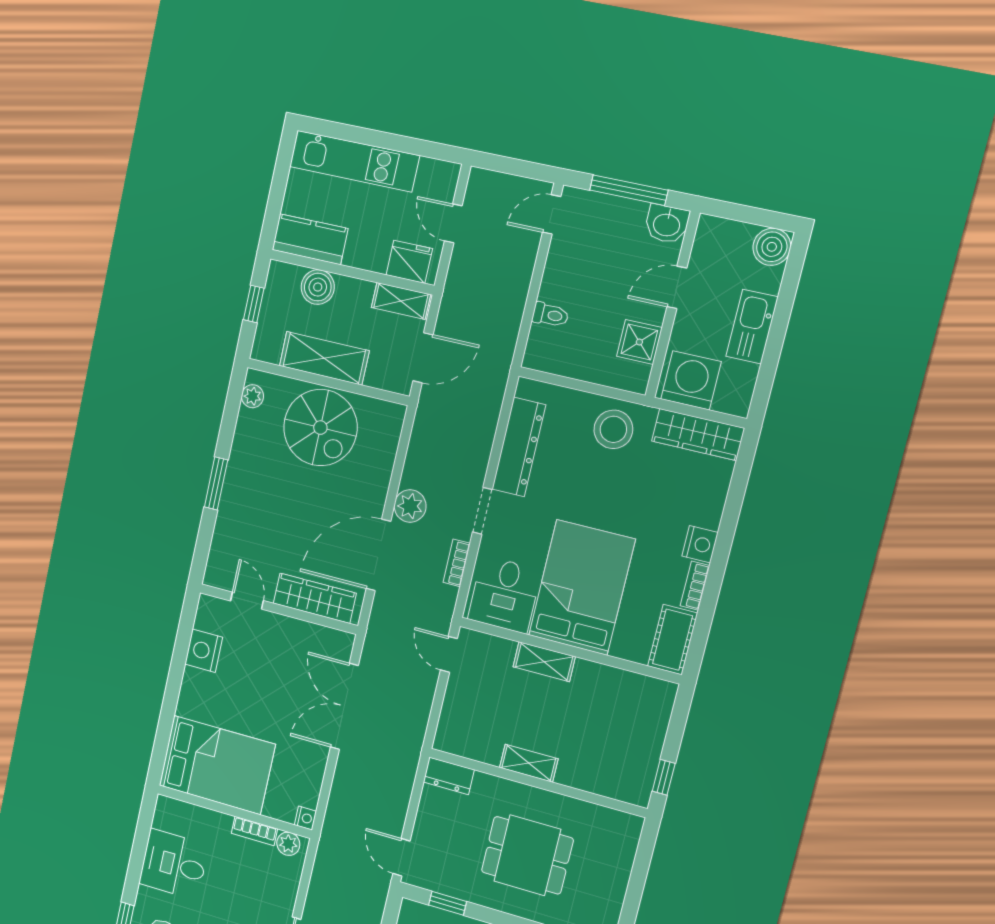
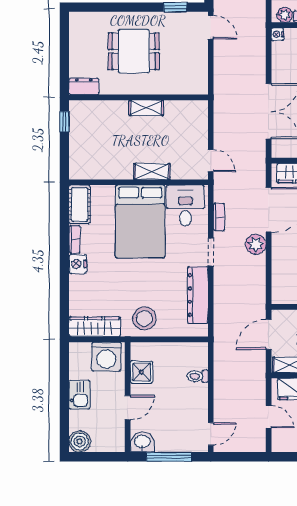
kitchen sink: (752, 327) -> (79, 395), width x0.73
dresser: (449, 776) -> (84, 86), moved

